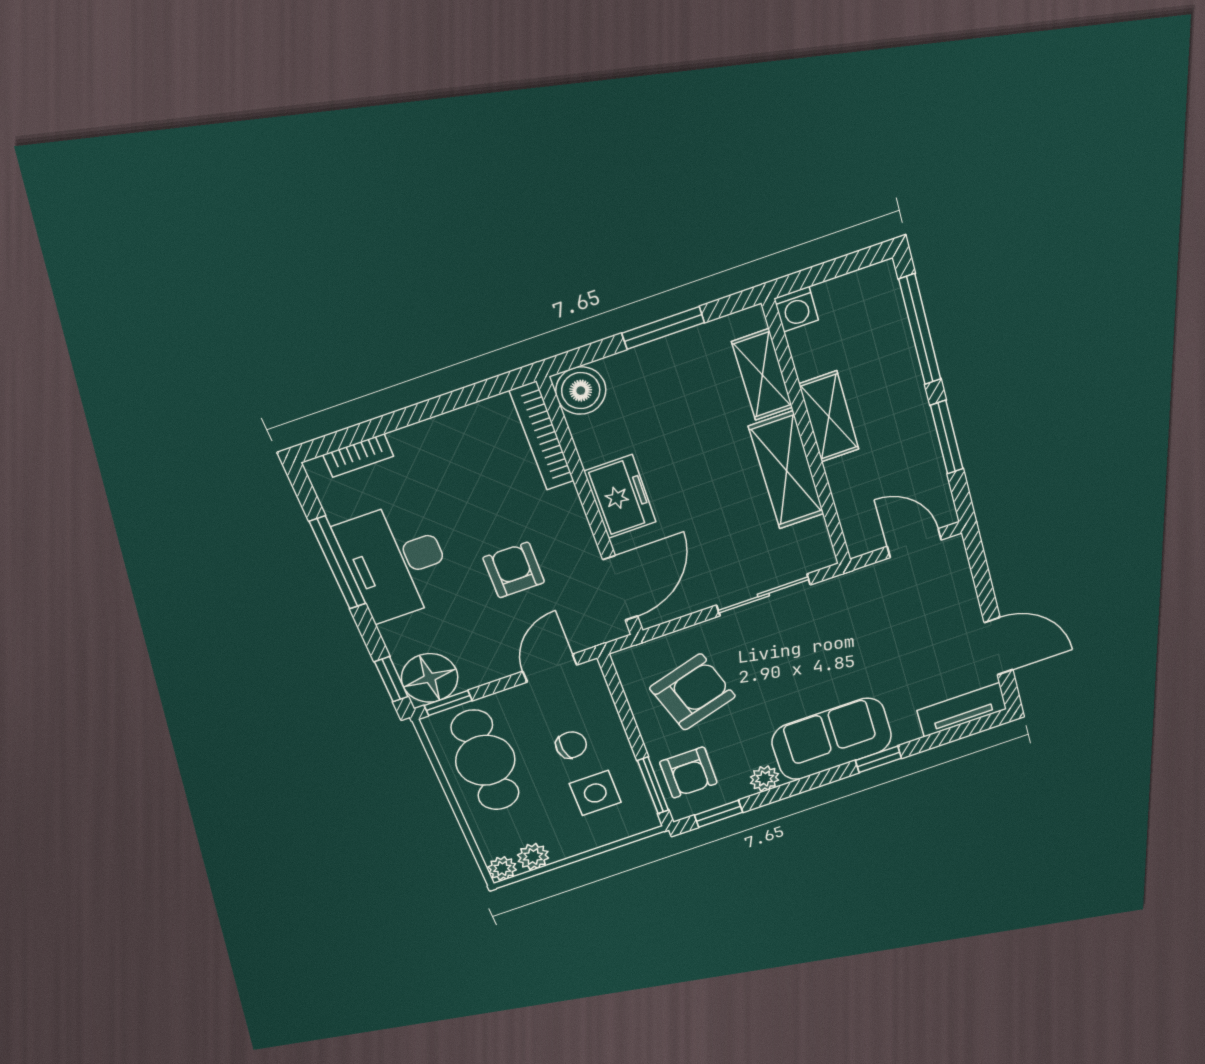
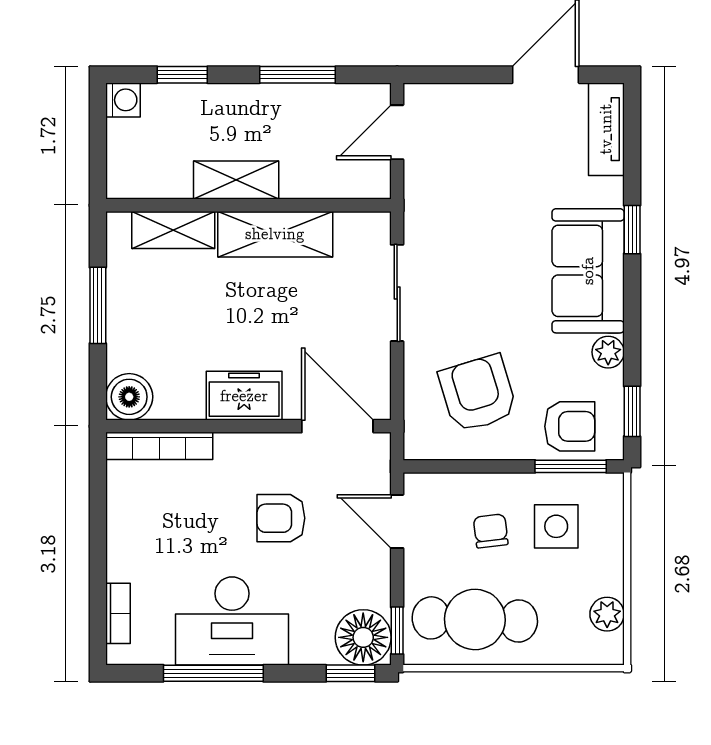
washing machine: (796, 309) -> (123, 100), moved
window: (920, 330) -> (182, 75), width x0.46
plant: (502, 868) -> (609, 650), removed

